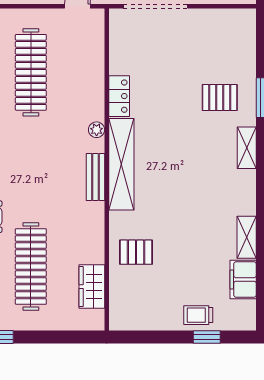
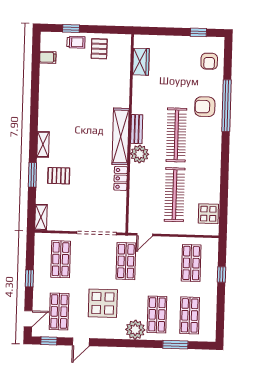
plant: (97, 130) -> (140, 154), width x1.88, depth x1.88
shelving: (247, 237) -> (41, 217), moved
pallet: (136, 252) -> (99, 49), moved, turned 90
clothes rail: (31, 267) -> (176, 135), moved
filing cabinet: (243, 279) -> (48, 57), width x0.50

